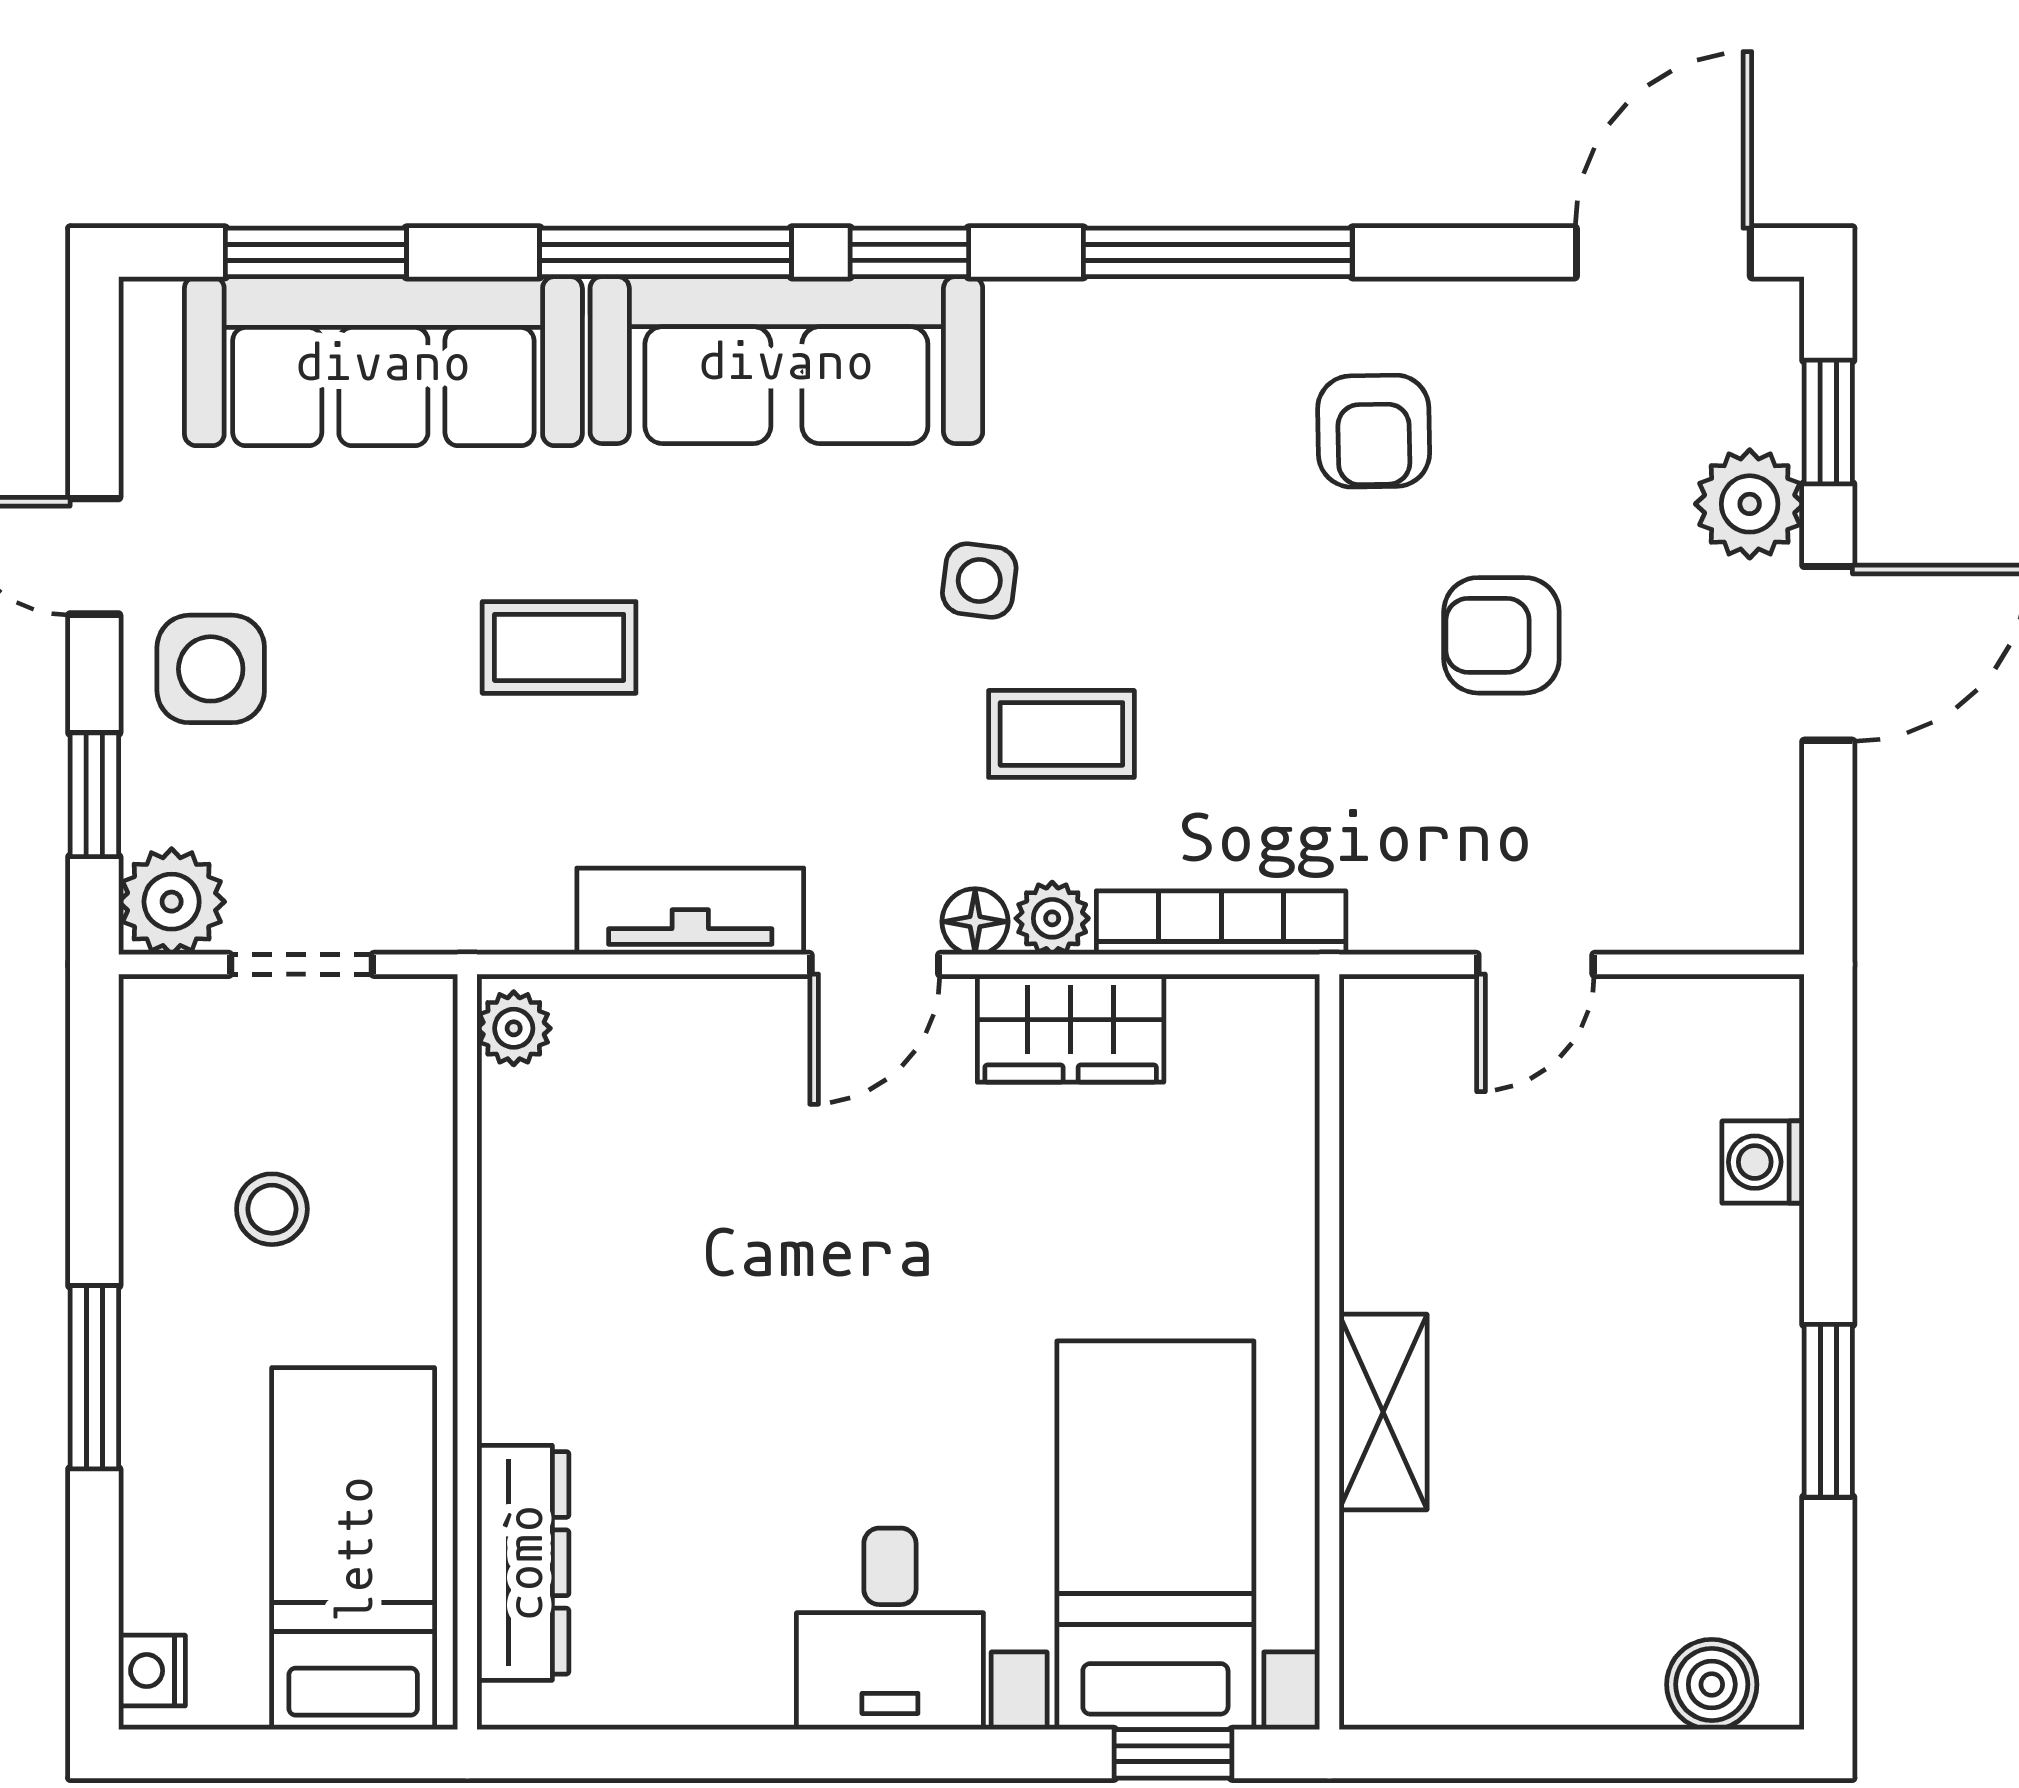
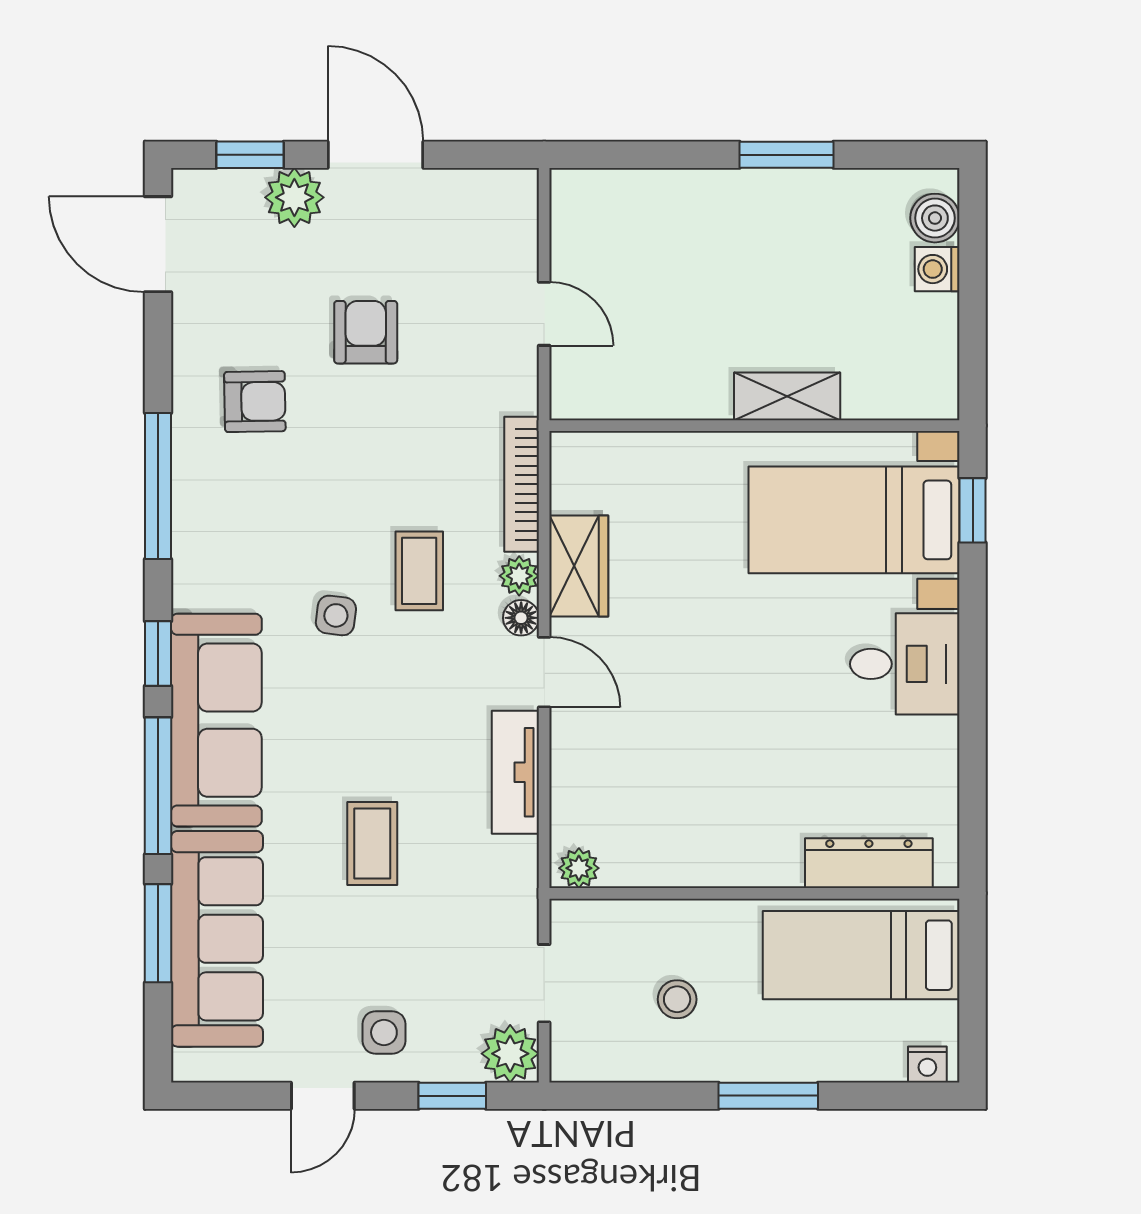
window: (316, 252) -> (158, 933), moved
armchair: (1501, 635) -> (366, 332), turned 180
side table: (211, 669) -> (384, 1032), width x0.73, depth x0.73
washing machine: (1763, 1162) -> (937, 269), moved, turned 90

